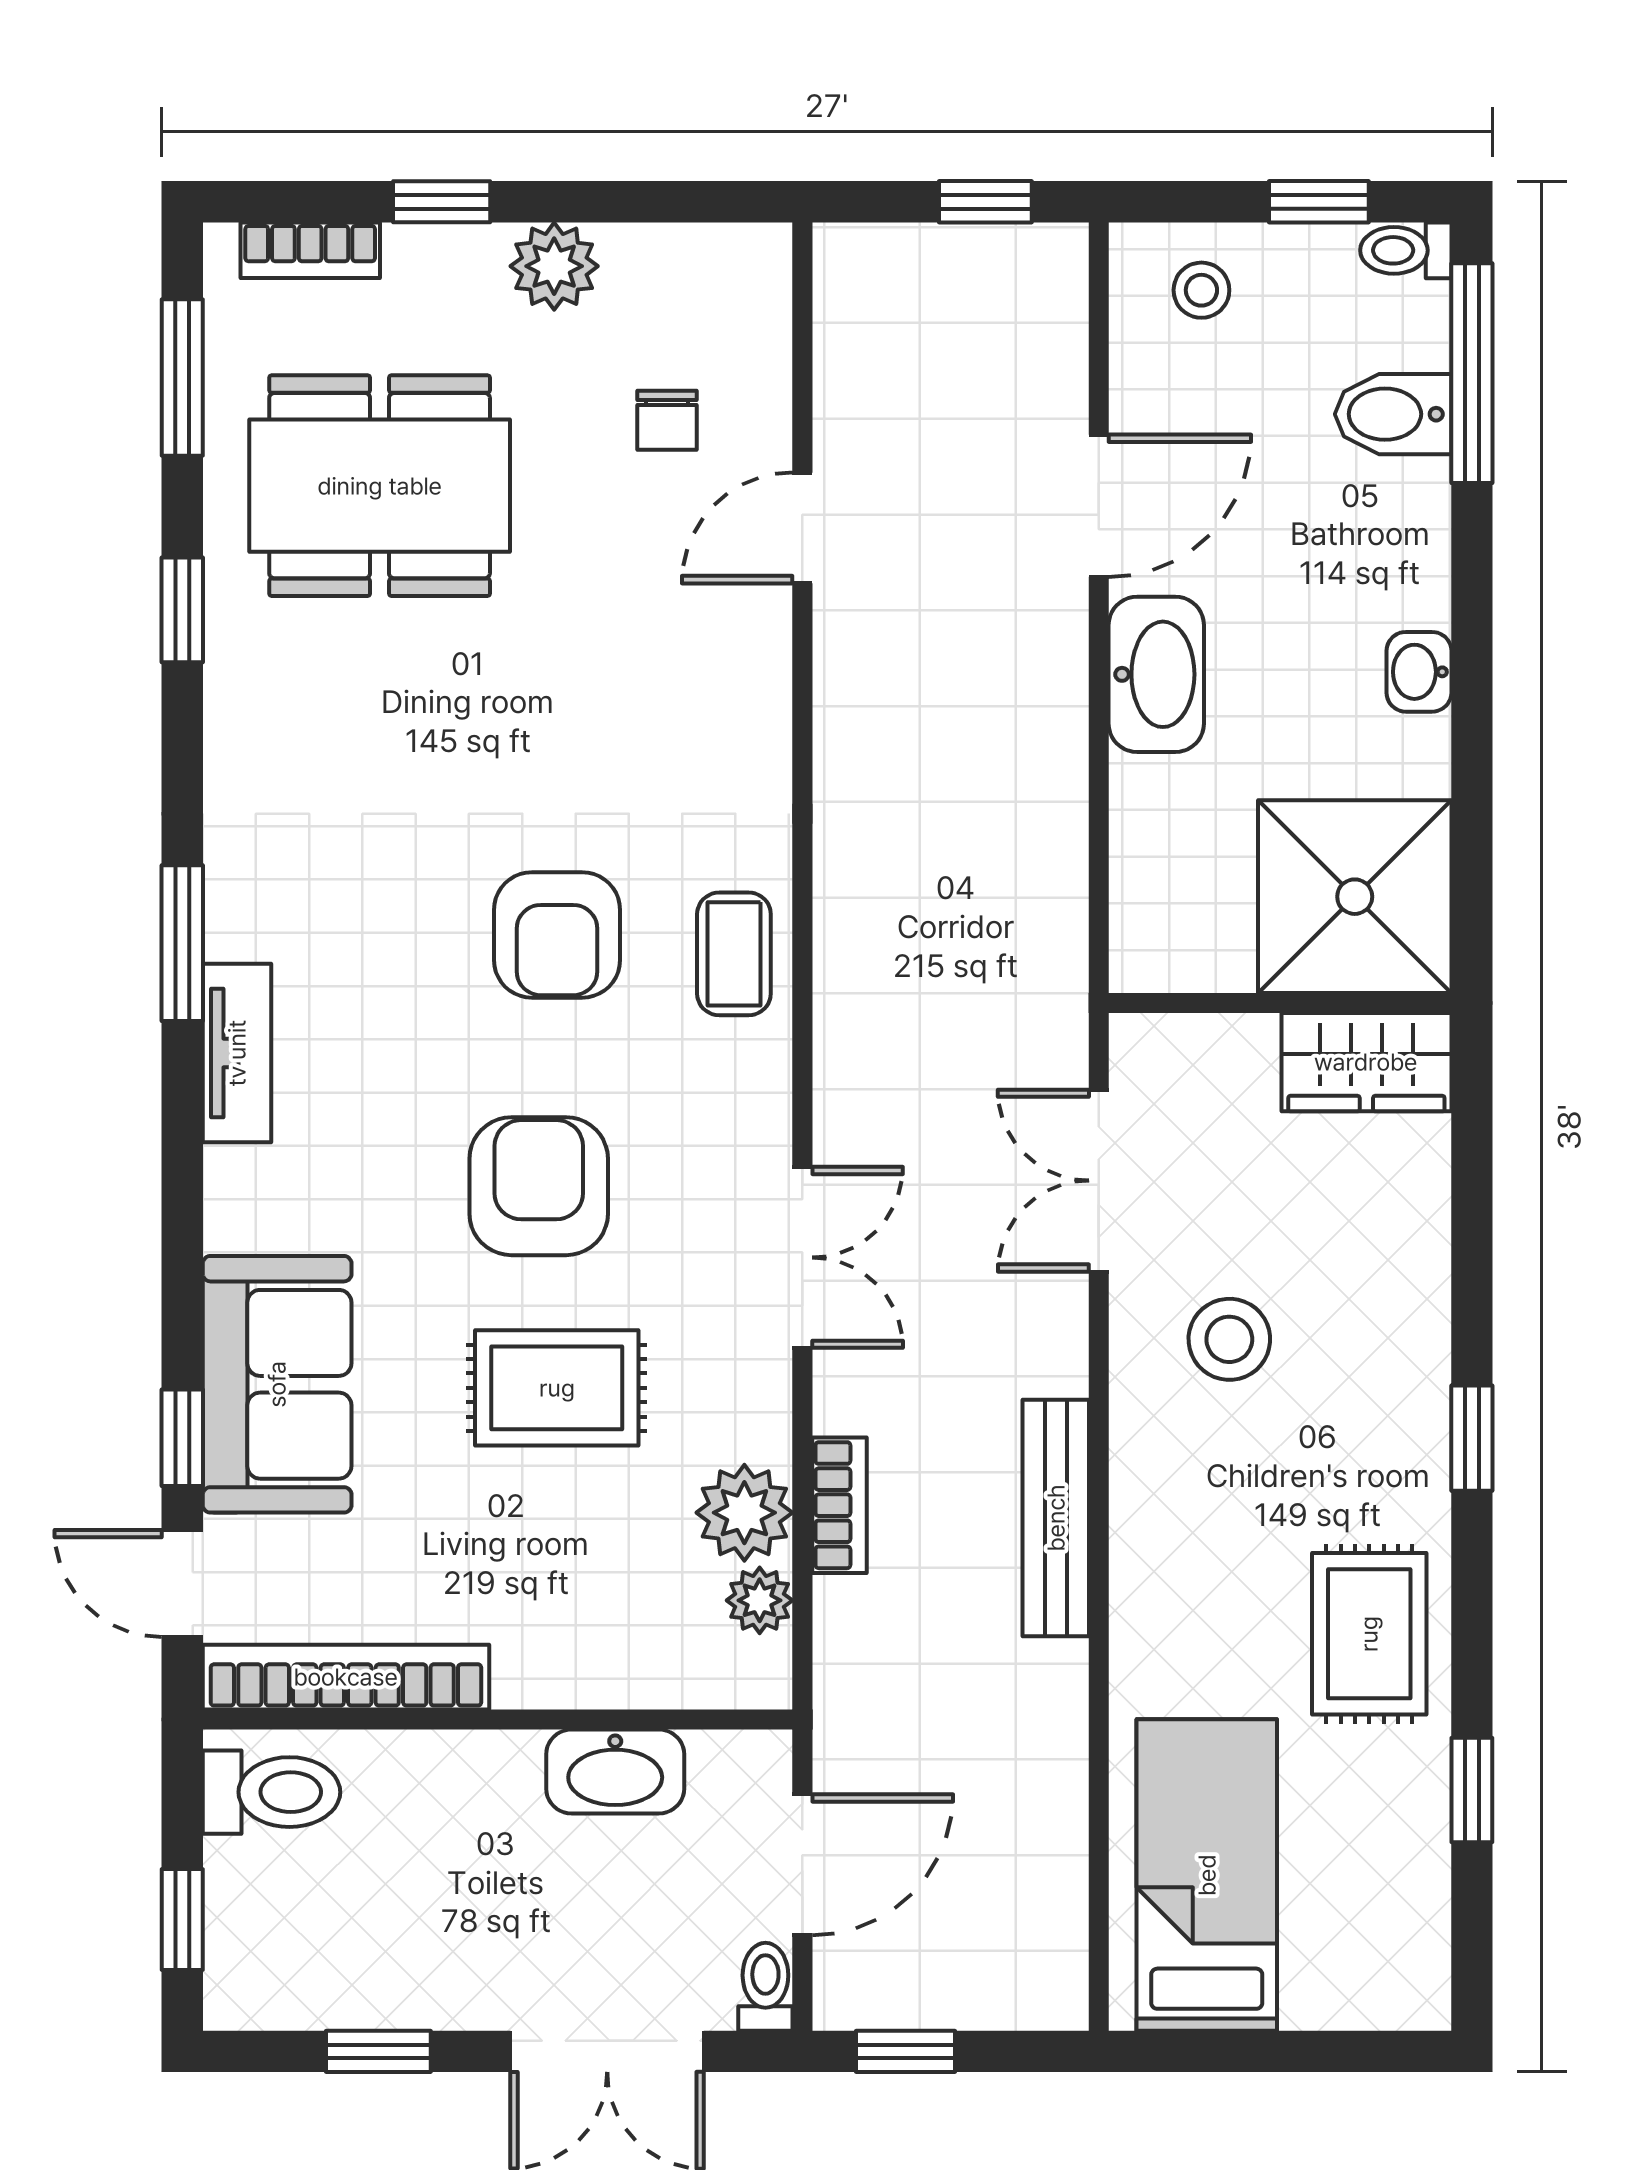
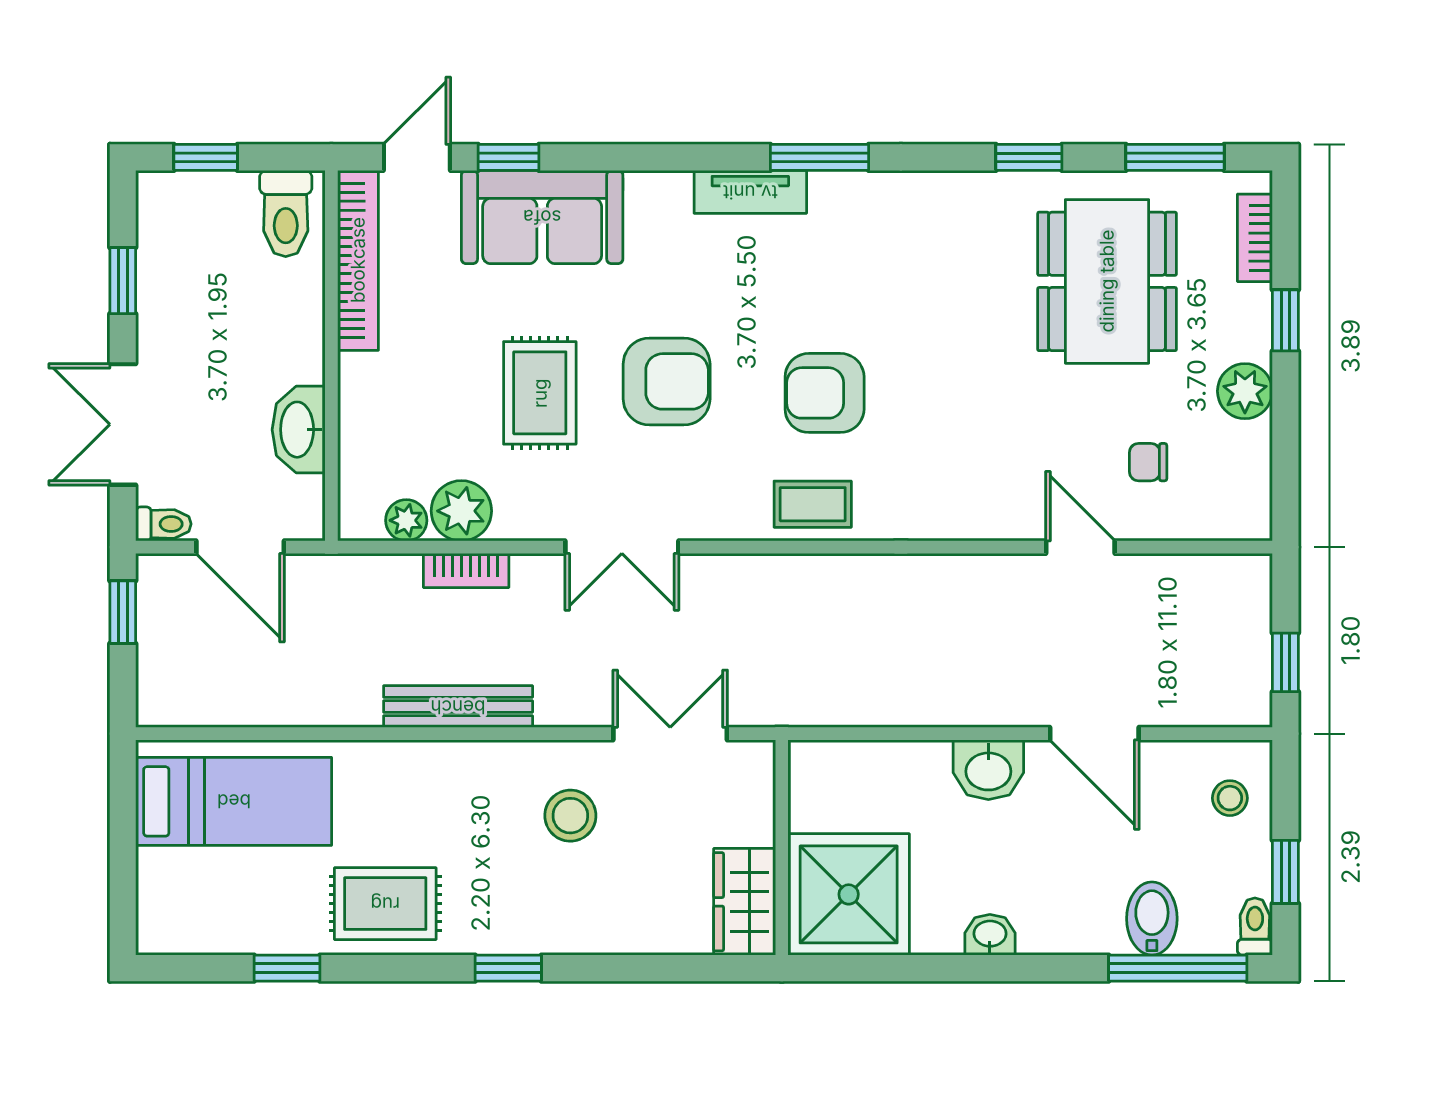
washbasin: (1156, 674) -> (988, 770), width x0.72

